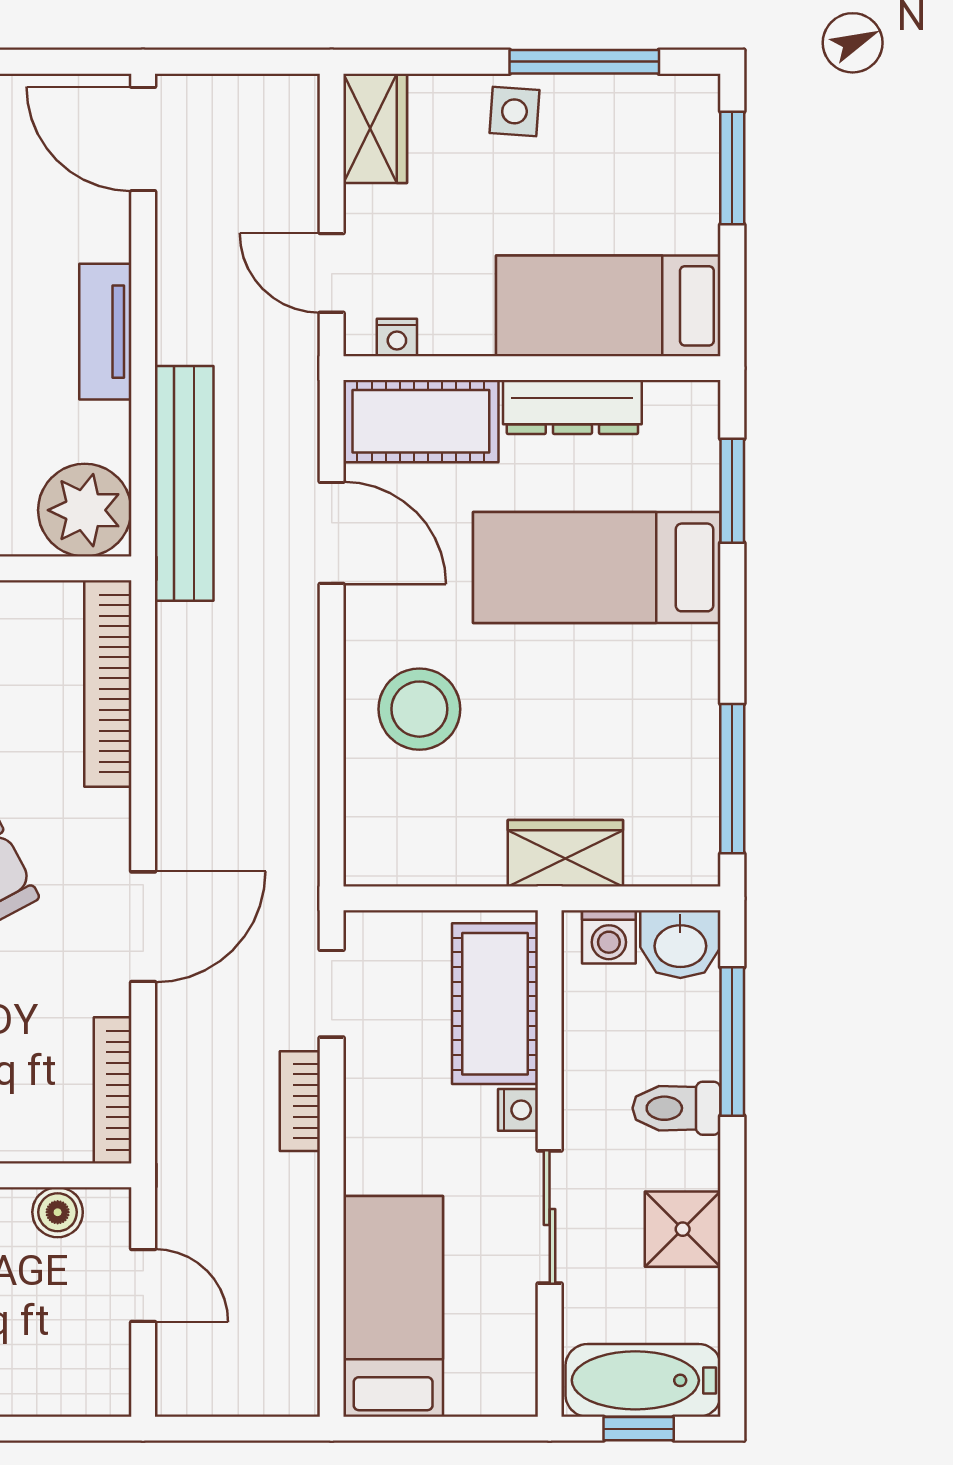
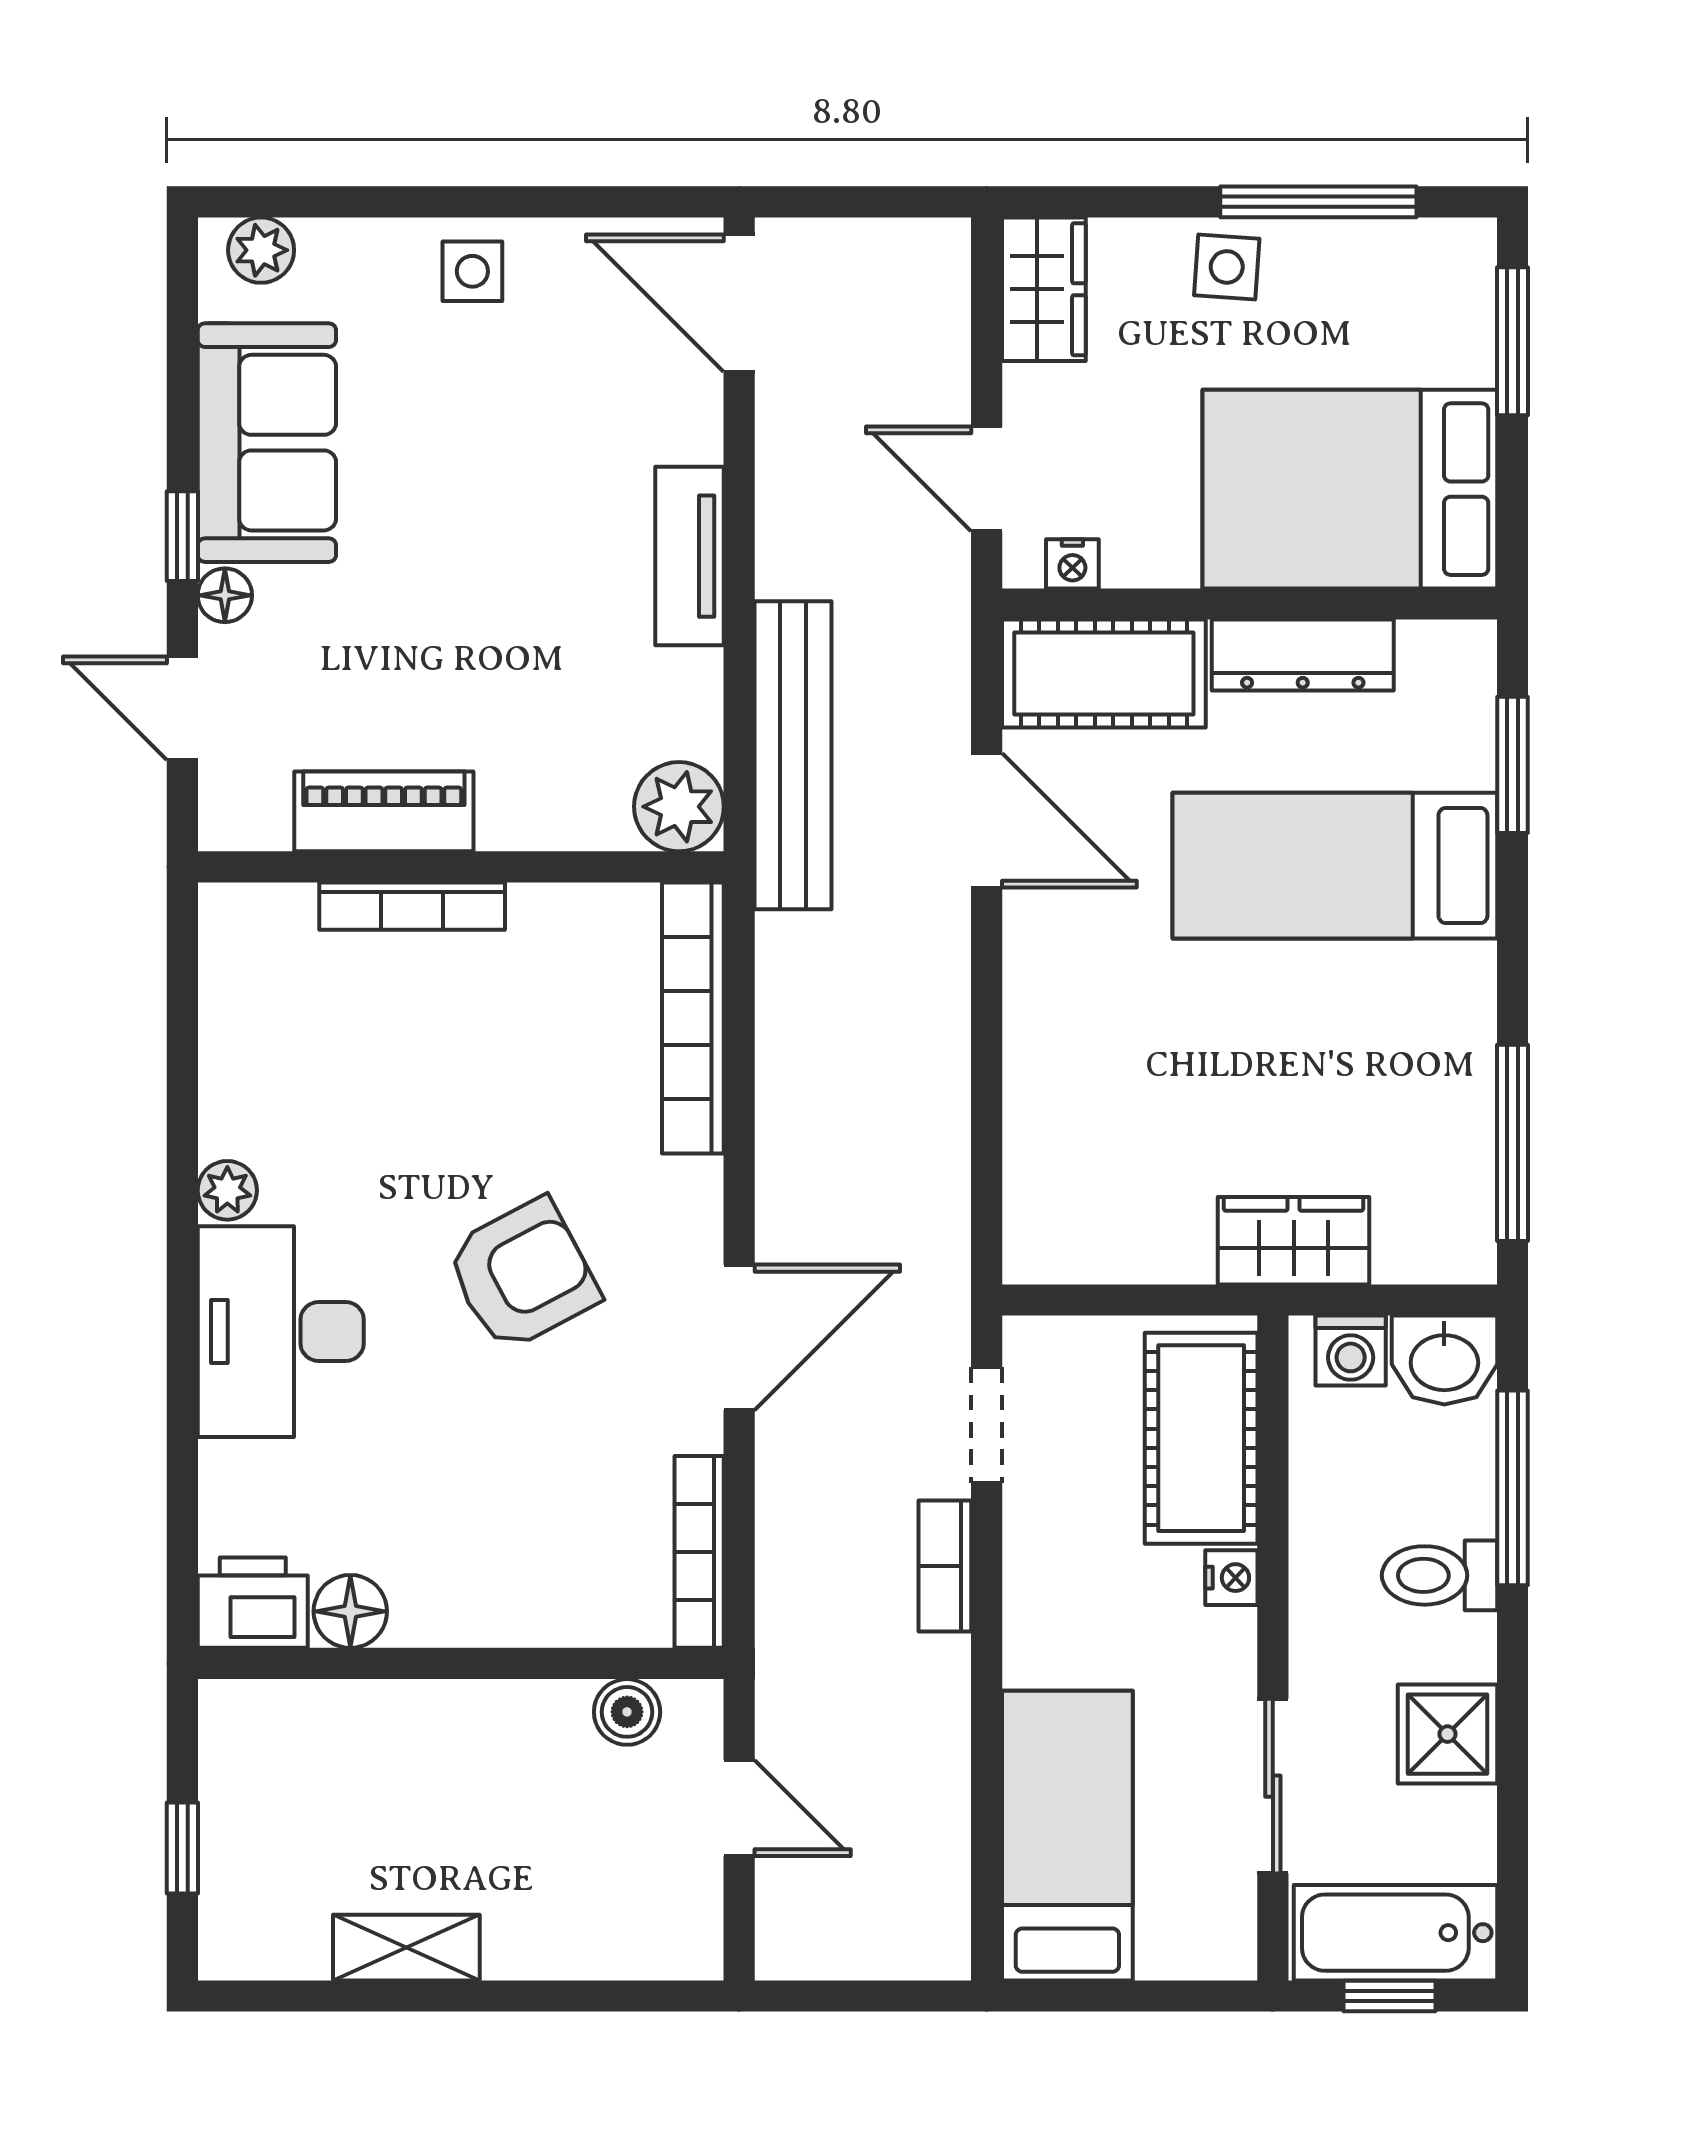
bed: (608, 306) -> (1350, 489), width x1.50
plant: (85, 510) -> (679, 807), width x0.73, depth x0.73
stool: (419, 709) -> (1102, 1051), removed
sliding door: (550, 1217) -> (1273, 1786), moved

